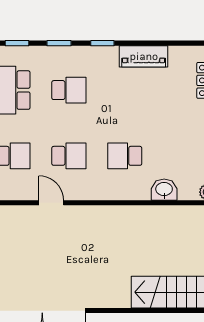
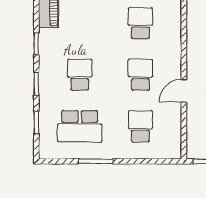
school desk: (125, 156) -> (140, 23), turned 180

